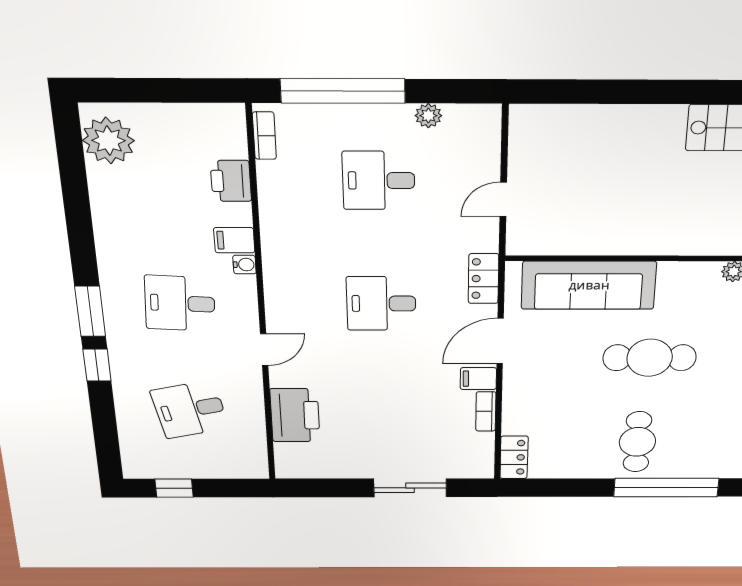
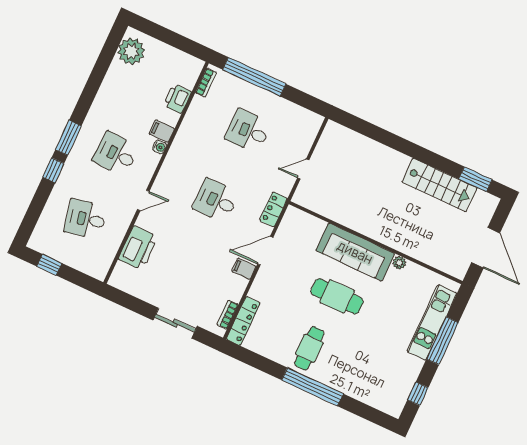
plant: (428, 116) -> (288, 108), removed
sofa: (589, 285) -> (355, 252), moved
bookcase: (486, 411) -> (228, 315), moved
locker: (514, 457) -> (243, 321), width x1.53

